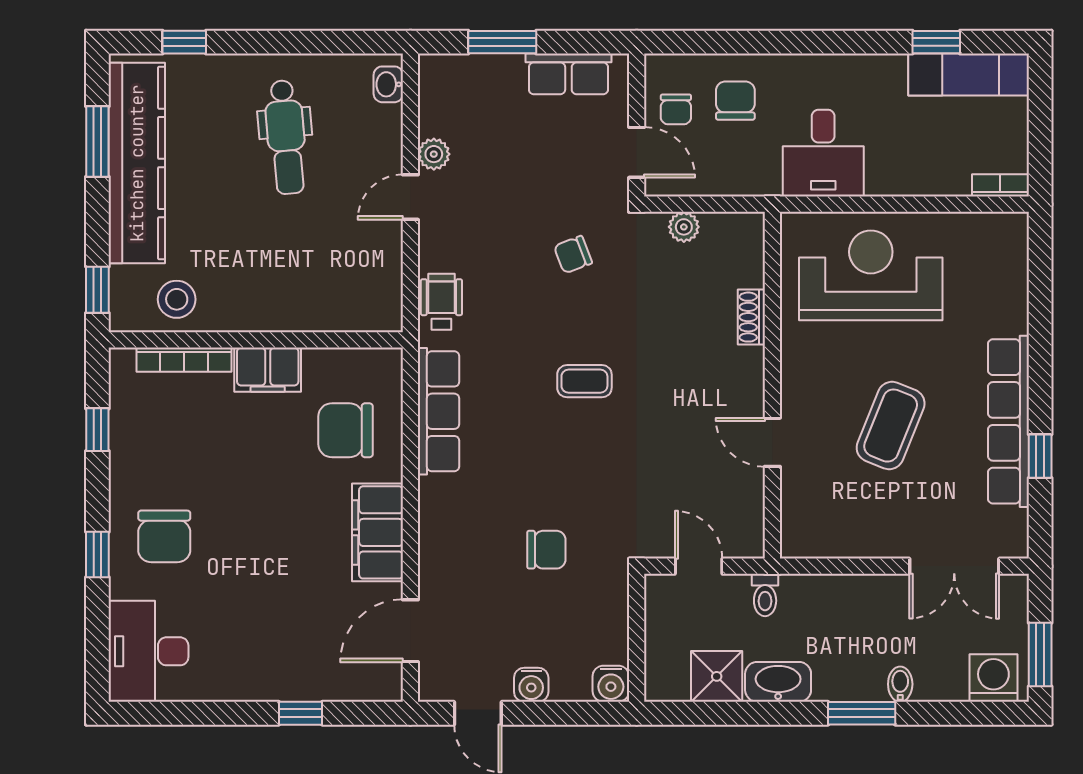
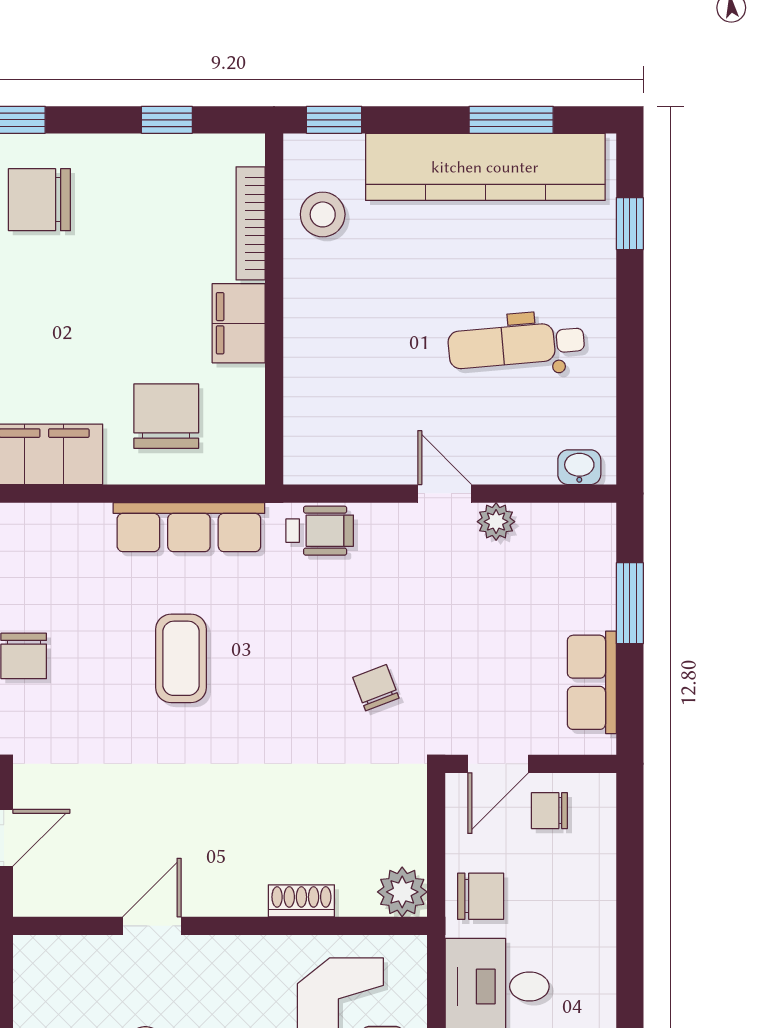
chair: (735, 101) -> (481, 896), moved
plant: (684, 227) -> (402, 892), moved, width x1.38, depth x1.38
coffee table: (584, 381) -> (181, 658), moved, width x1.36, depth x1.30

